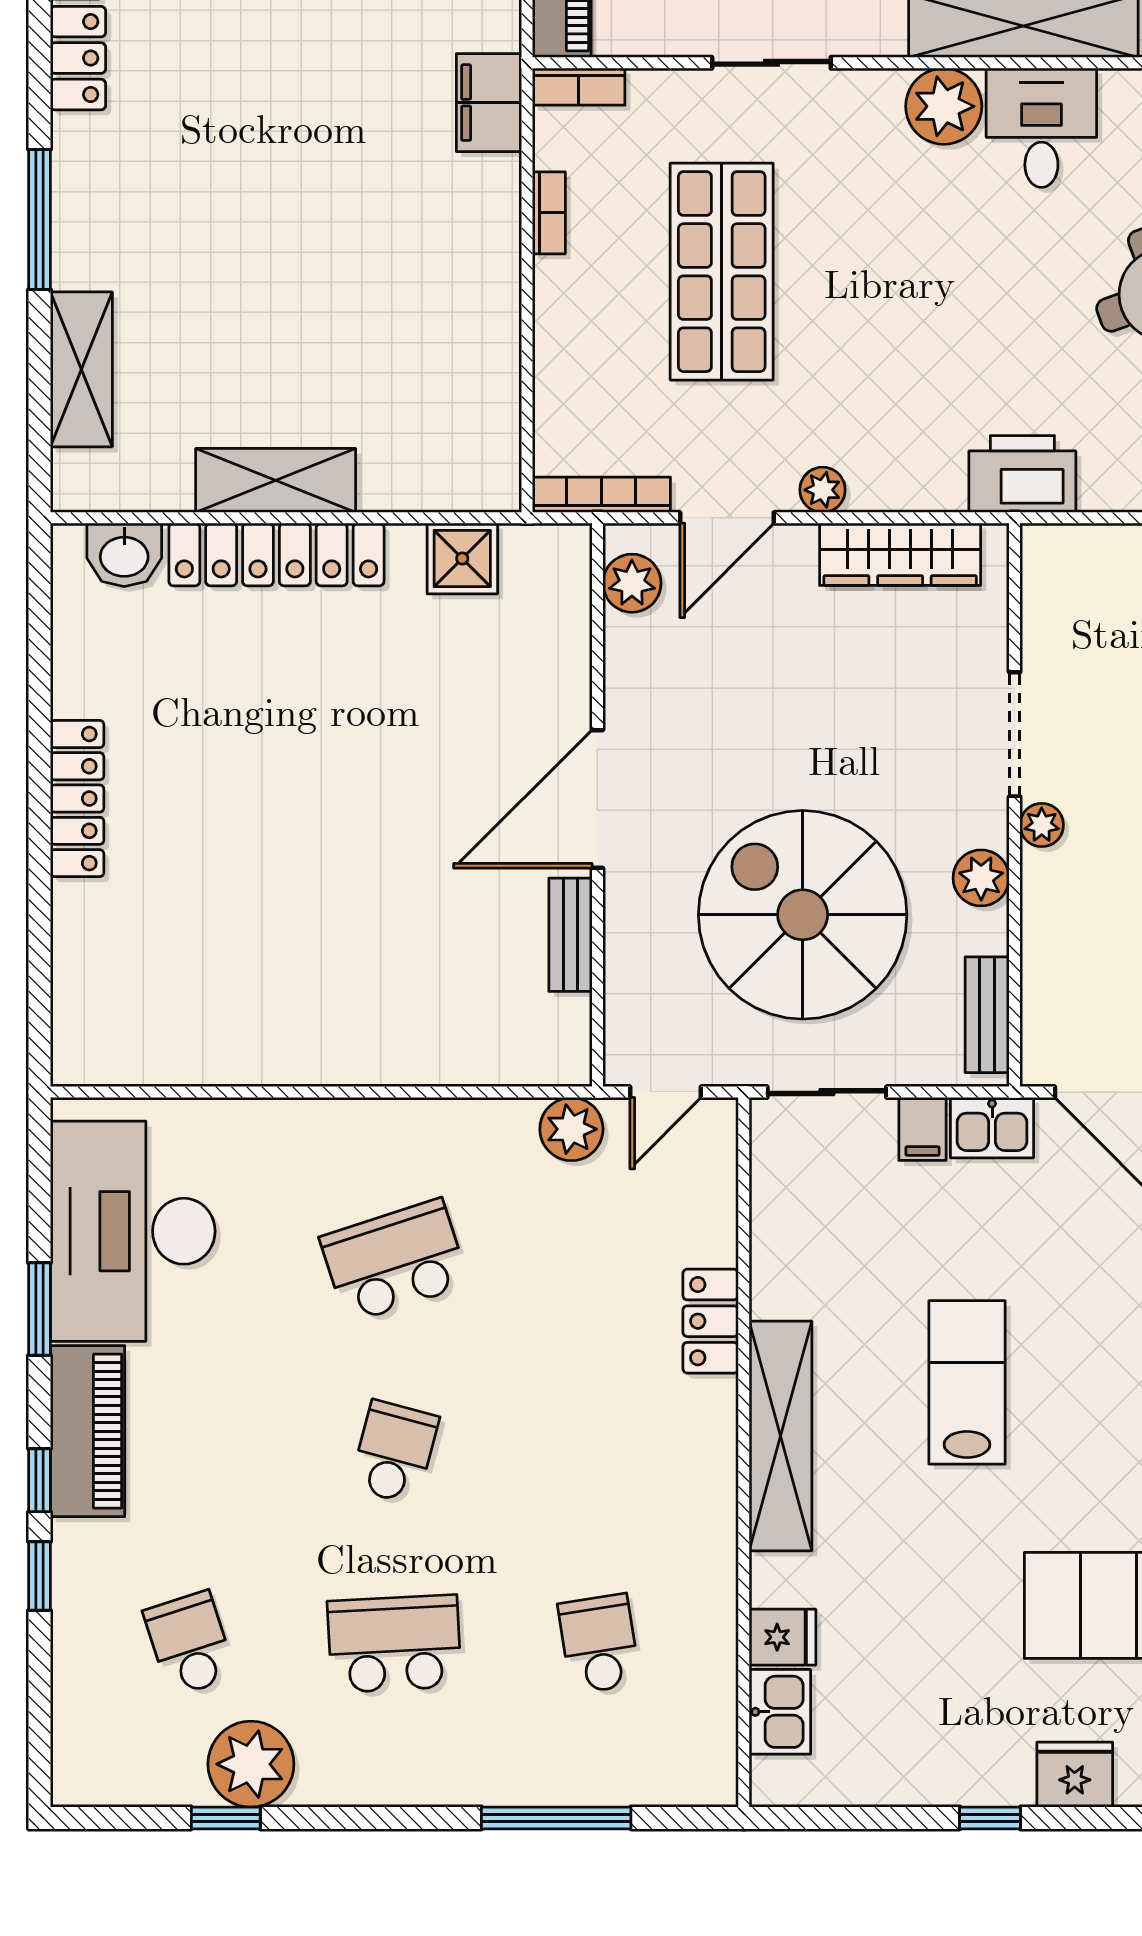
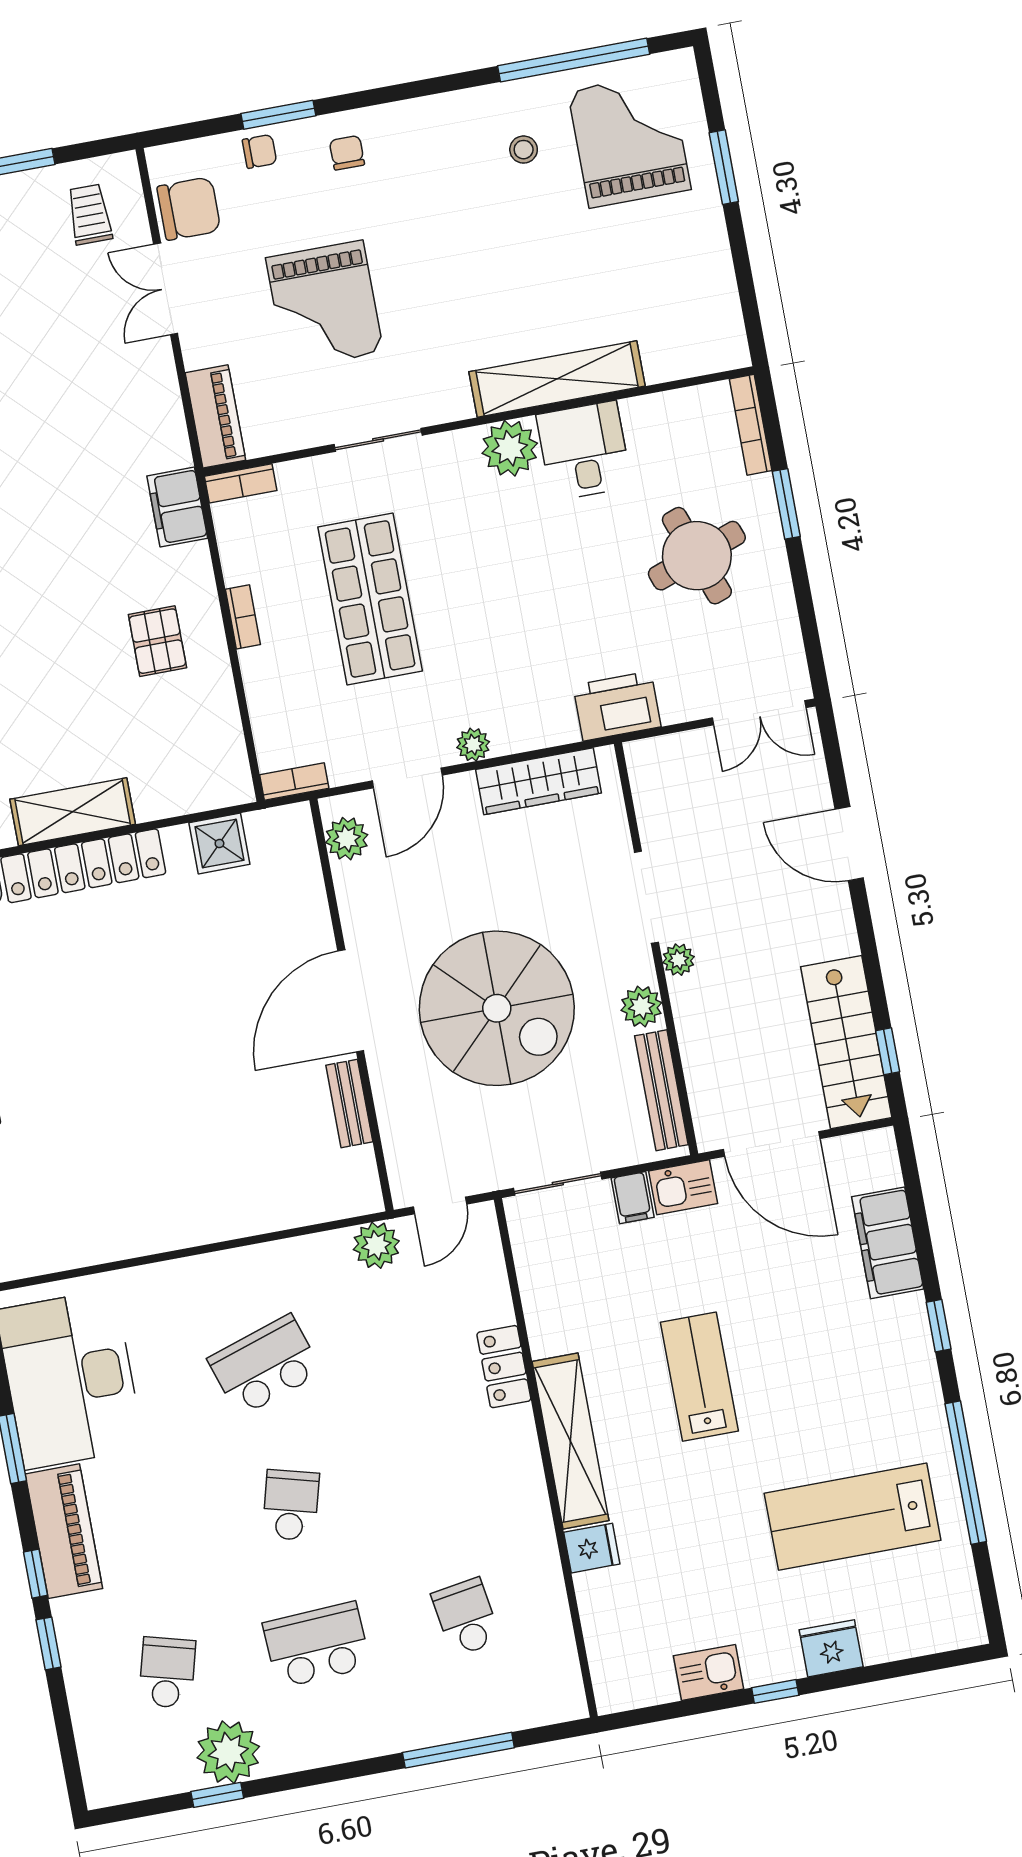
bookcase: (549, 213) -> (243, 617), moved
pallet: (430, 275) -> (157, 641), added
bookcase: (601, 495) -> (294, 781), width x0.64
spiral stairs: (803, 915) -> (497, 1008), moved, turned 180
bench: (987, 1015) -> (661, 1090), width x1.36
fridge: (782, 1637) -> (592, 1548), moved
school desk: (189, 1644) -> (167, 1673), turned 33
kitchen sink: (780, 1712) -> (708, 1672), moved, turned -90

